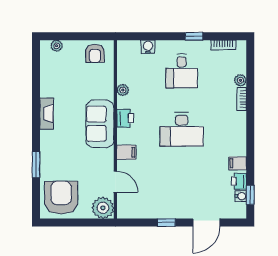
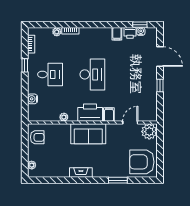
printer: (125, 118) -> (90, 113), width x1.87, depth x1.48

